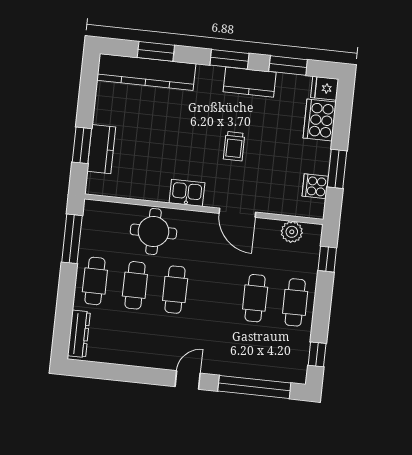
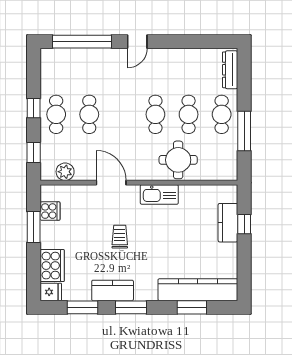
window: (82, 145) -> (244, 224), width x0.67
kitchen sink: (187, 193) -> (159, 194), width x1.38
window: (72, 239) -> (244, 131), moved
window: (317, 354) -> (34, 108), moved

